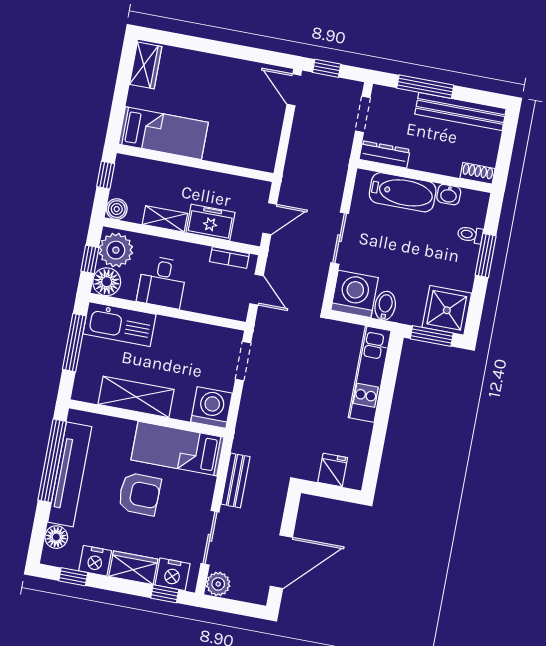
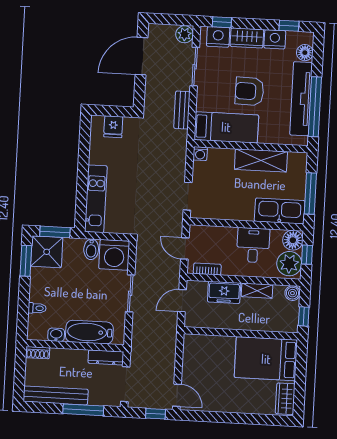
doorway: (363, 114) -> (125, 384), width x1.38
bed: (163, 133) -> (266, 359), width x1.50
window: (486, 256) -> (26, 261), moved
washing machine: (212, 407) -> (200, 154), width x0.53, depth x0.53

